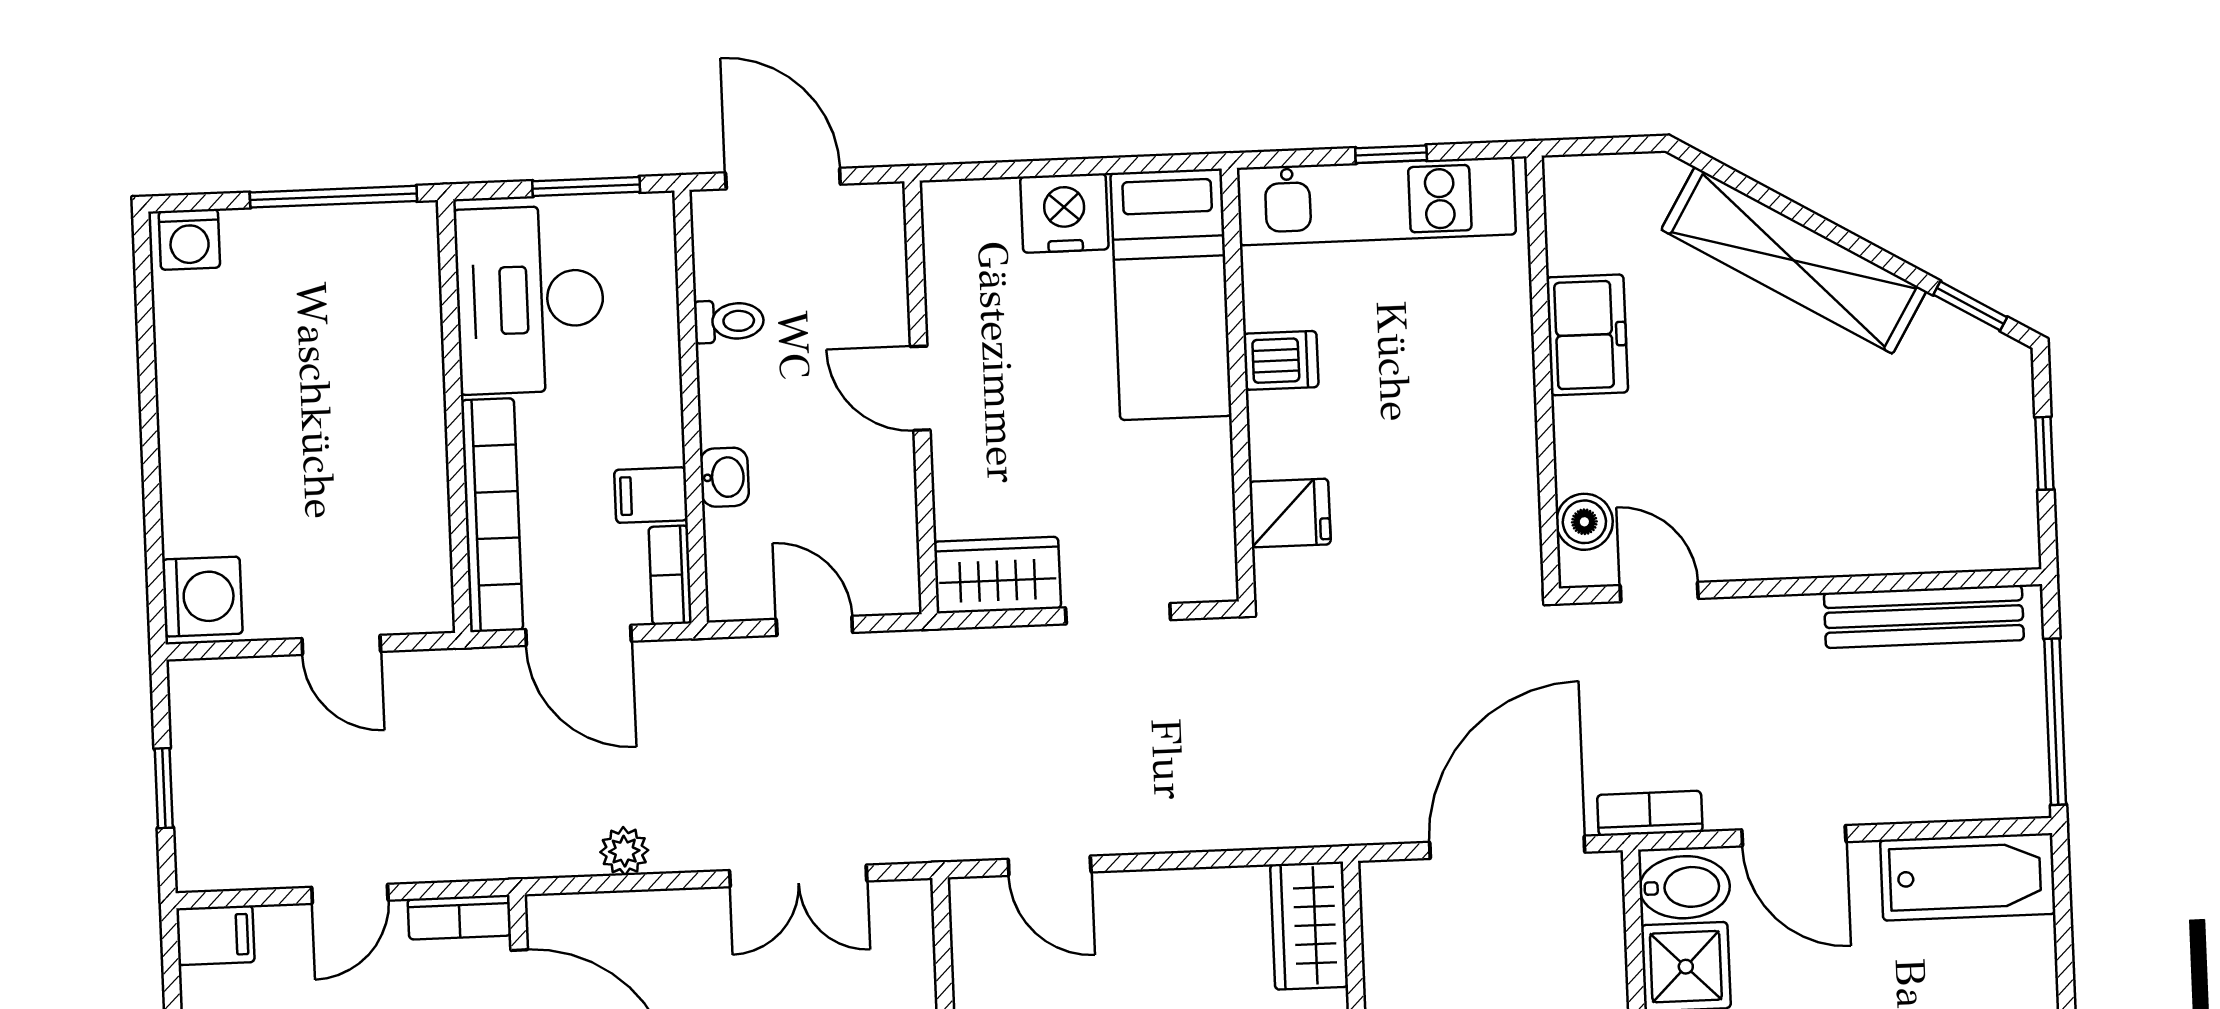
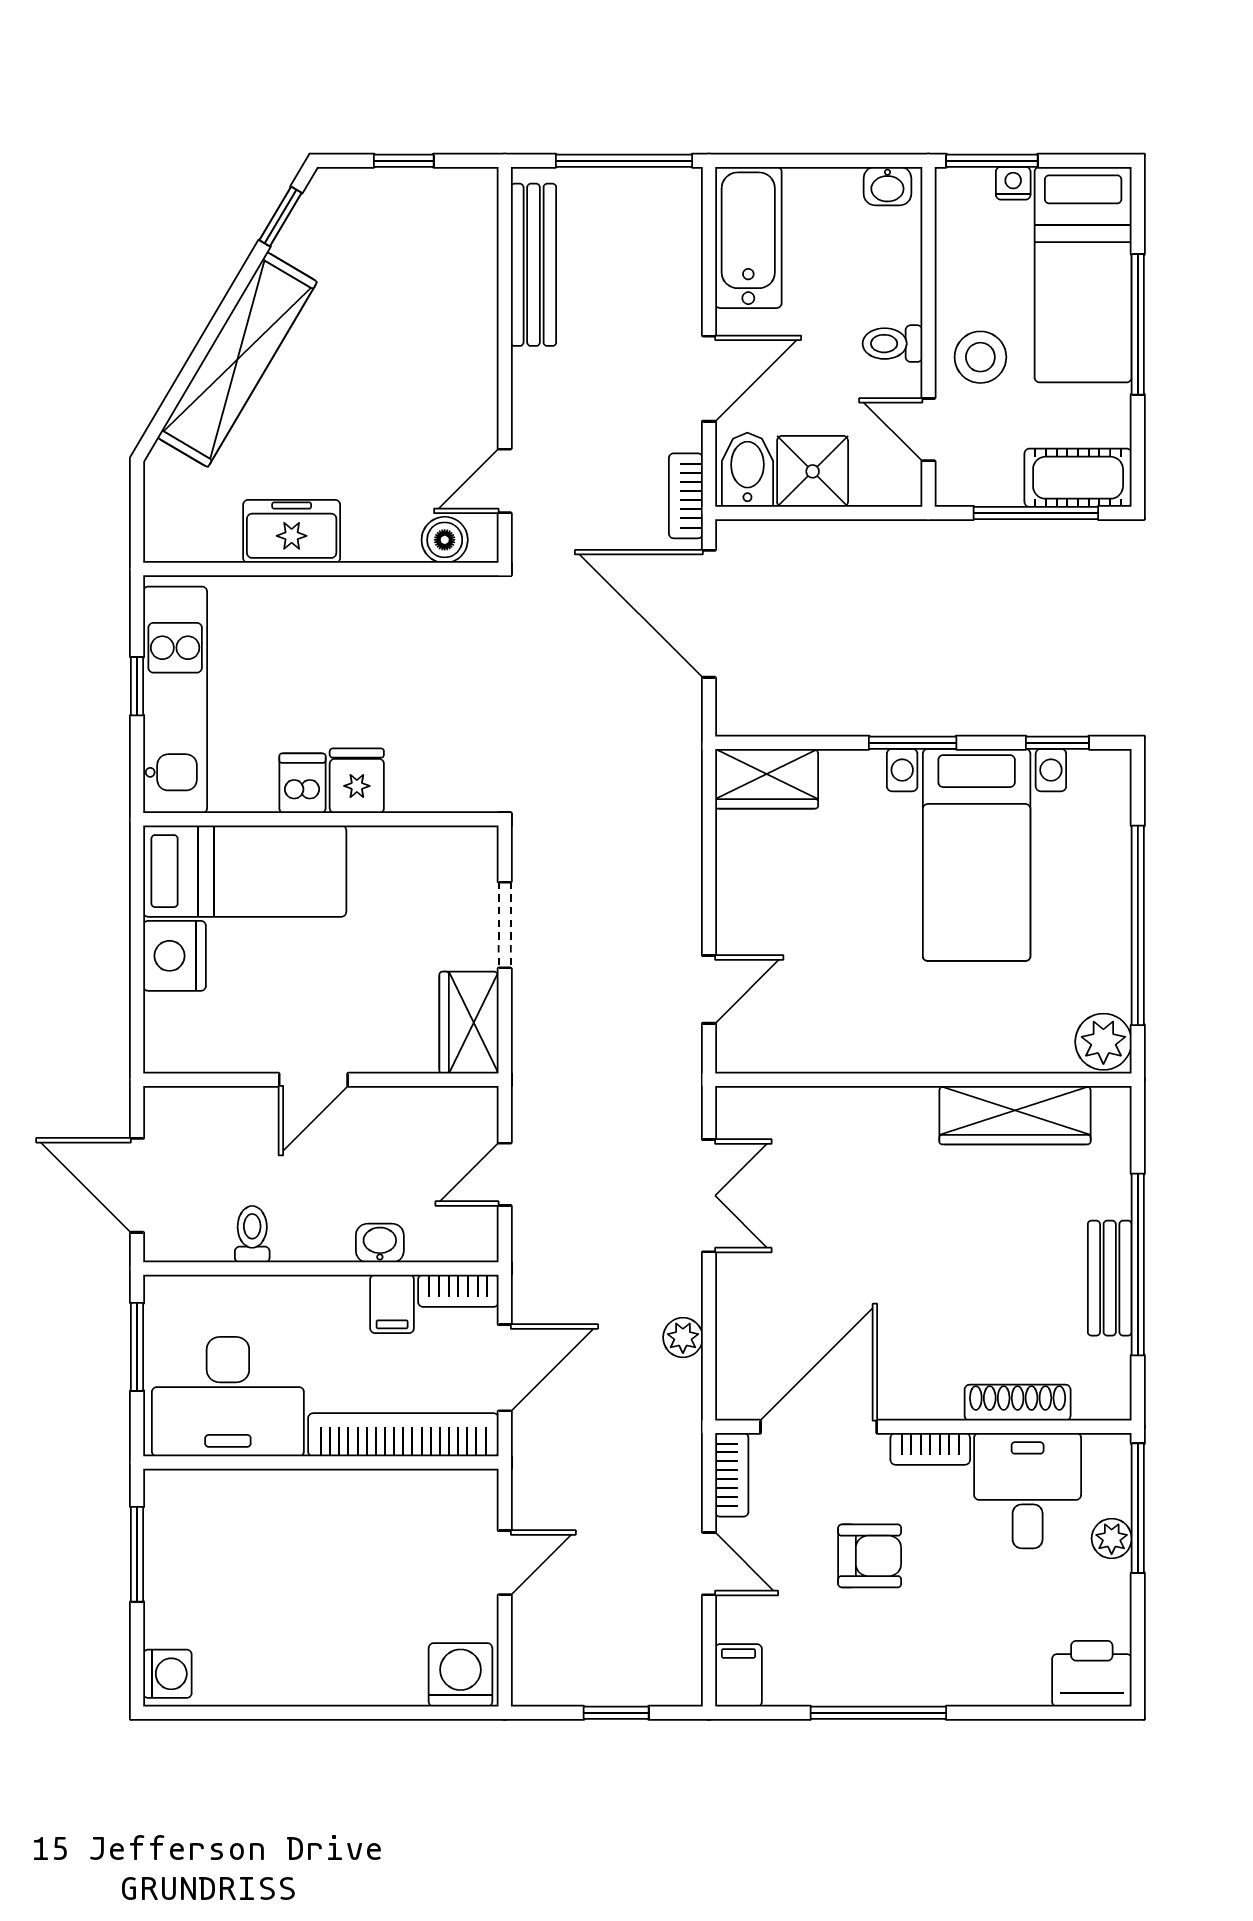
door: (783, 179) -> (137, 1185), hinge flipped
window: (333, 197) -> (137, 1554), width x0.69
fridge: (1290, 513) -> (357, 781), moved

